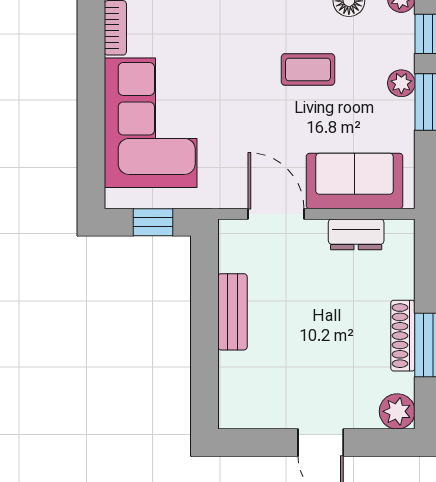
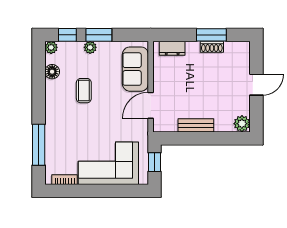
dresser: (356, 234) -> (172, 48), moved, turned 90
shoe rack: (403, 336) -> (212, 47), width x0.70
plant: (397, 411) -> (242, 124), moved

